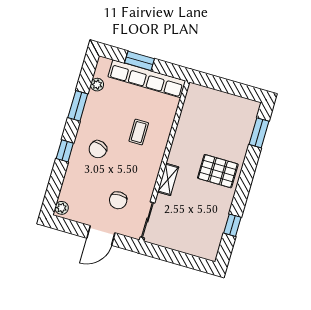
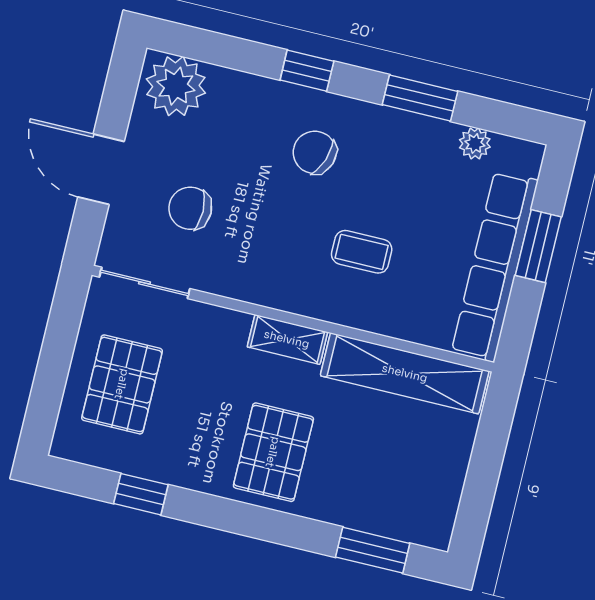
shelving: (188, 117) -> (405, 373), added
shelving: (168, 179) -> (287, 339), moved
plant: (62, 208) -> (176, 86), width x1.87, depth x1.87
pallet: (188, 231) -> (122, 384), added

